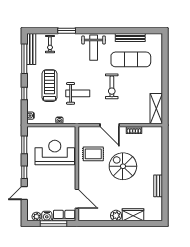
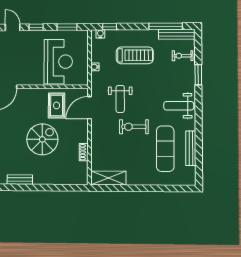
window: (24, 93) -> (110, 27), moved
weight bench: (78, 93) -> (120, 99), moved
door: (110, 125) -> (89, 108), moved

